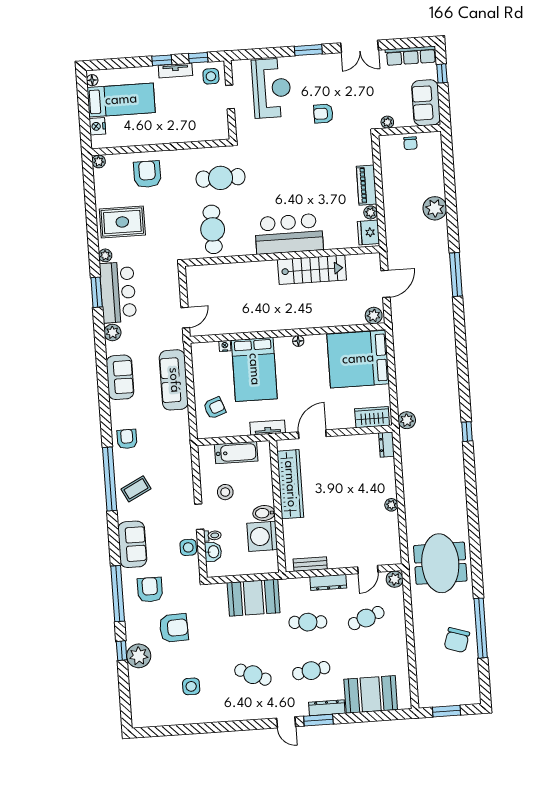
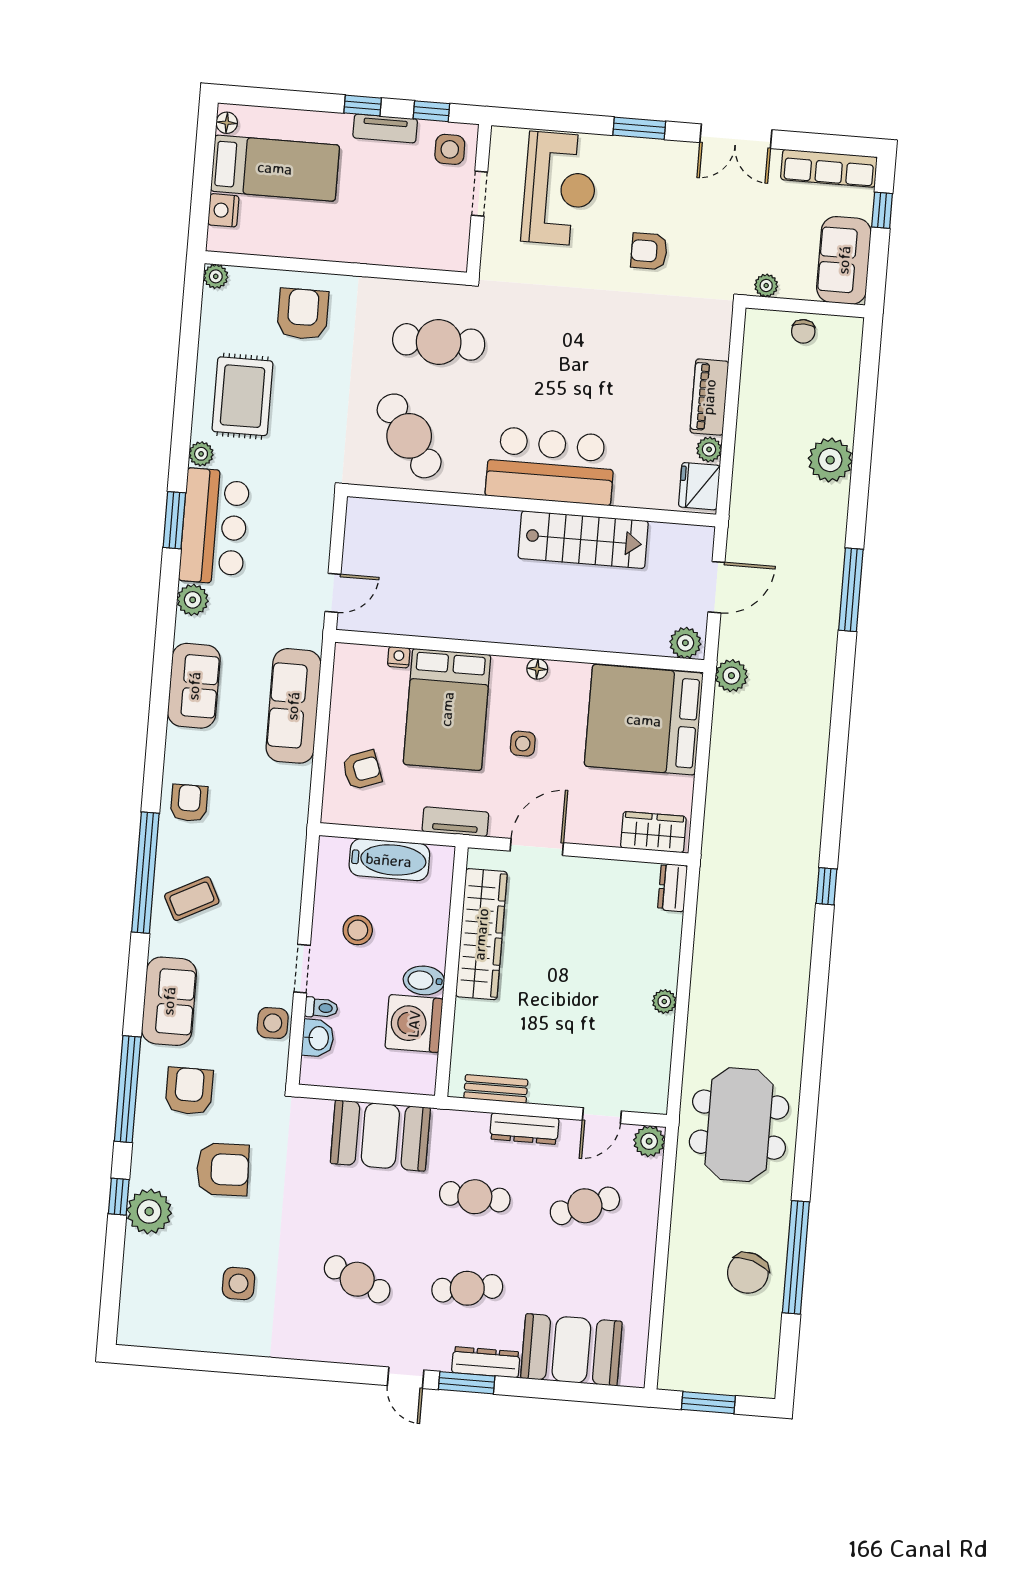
rug: (122, 222) -> (243, 396), turned 90
cafe table: (213, 229) -> (409, 436), turned -36
side table: (297, 381) -> (523, 744), added
plant: (407, 420) -> (731, 676), moved

